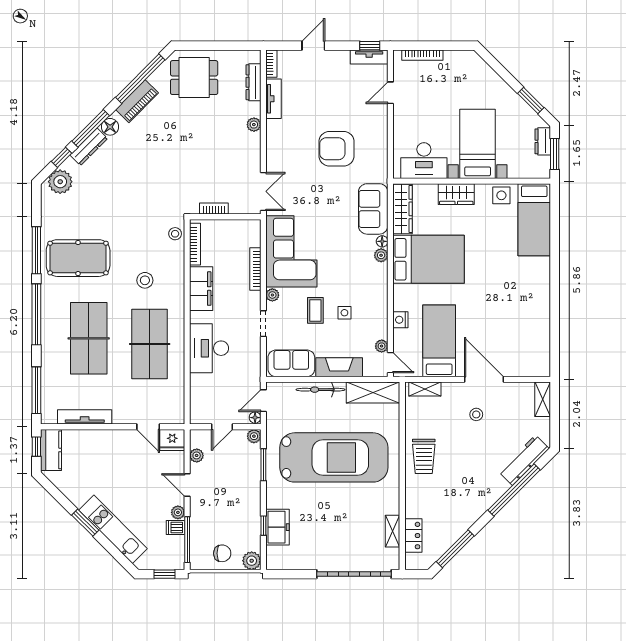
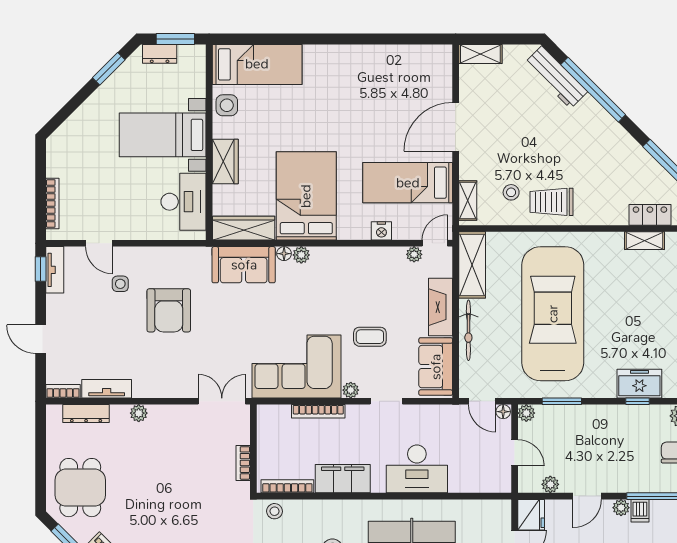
side table: (344, 313) -> (120, 284), moved
stool: (476, 414) -> (511, 192), moved
trolley: (424, 456) -> (551, 202), turned 180

